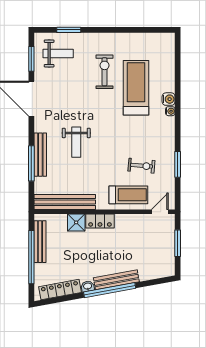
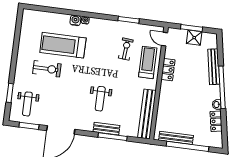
weight bench: (58, 53) -> (27, 104), turned 180
exercise bike: (105, 72) -> (47, 69), turned 180
weight bench: (76, 142) -> (100, 99), turned 90
bench: (40, 155) -> (106, 129), width x0.73
locker: (100, 221) -> (168, 70), moved
shower: (76, 222) -> (194, 38), moved
bench: (116, 280) -> (214, 67), moved
locker: (60, 290) -> (216, 121), width x0.66

